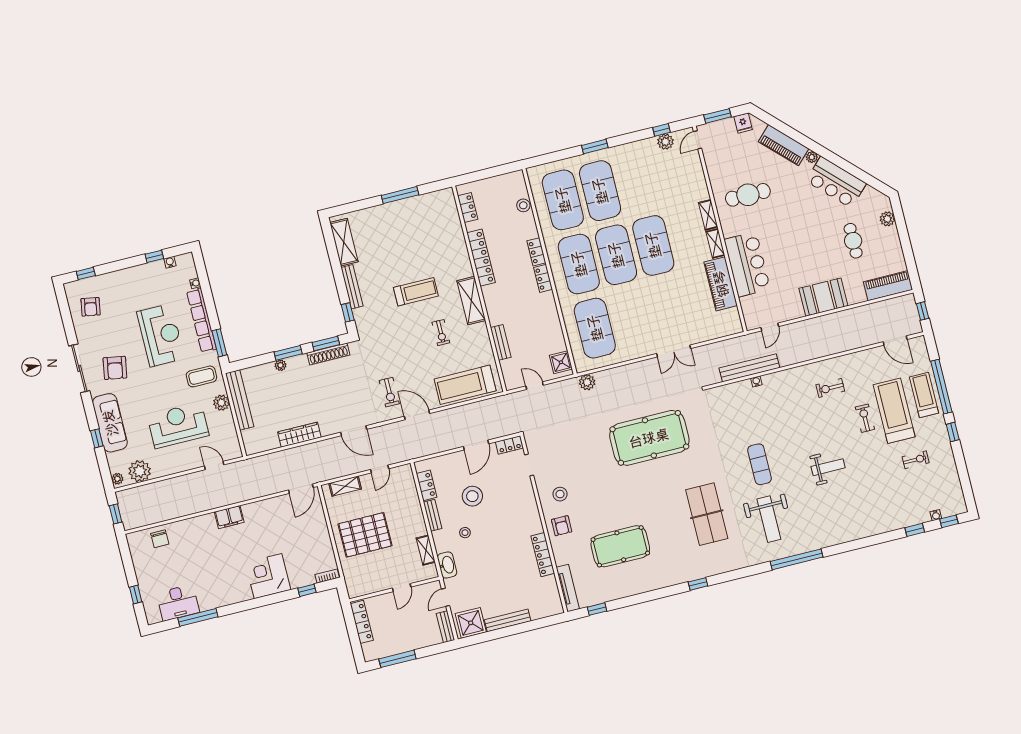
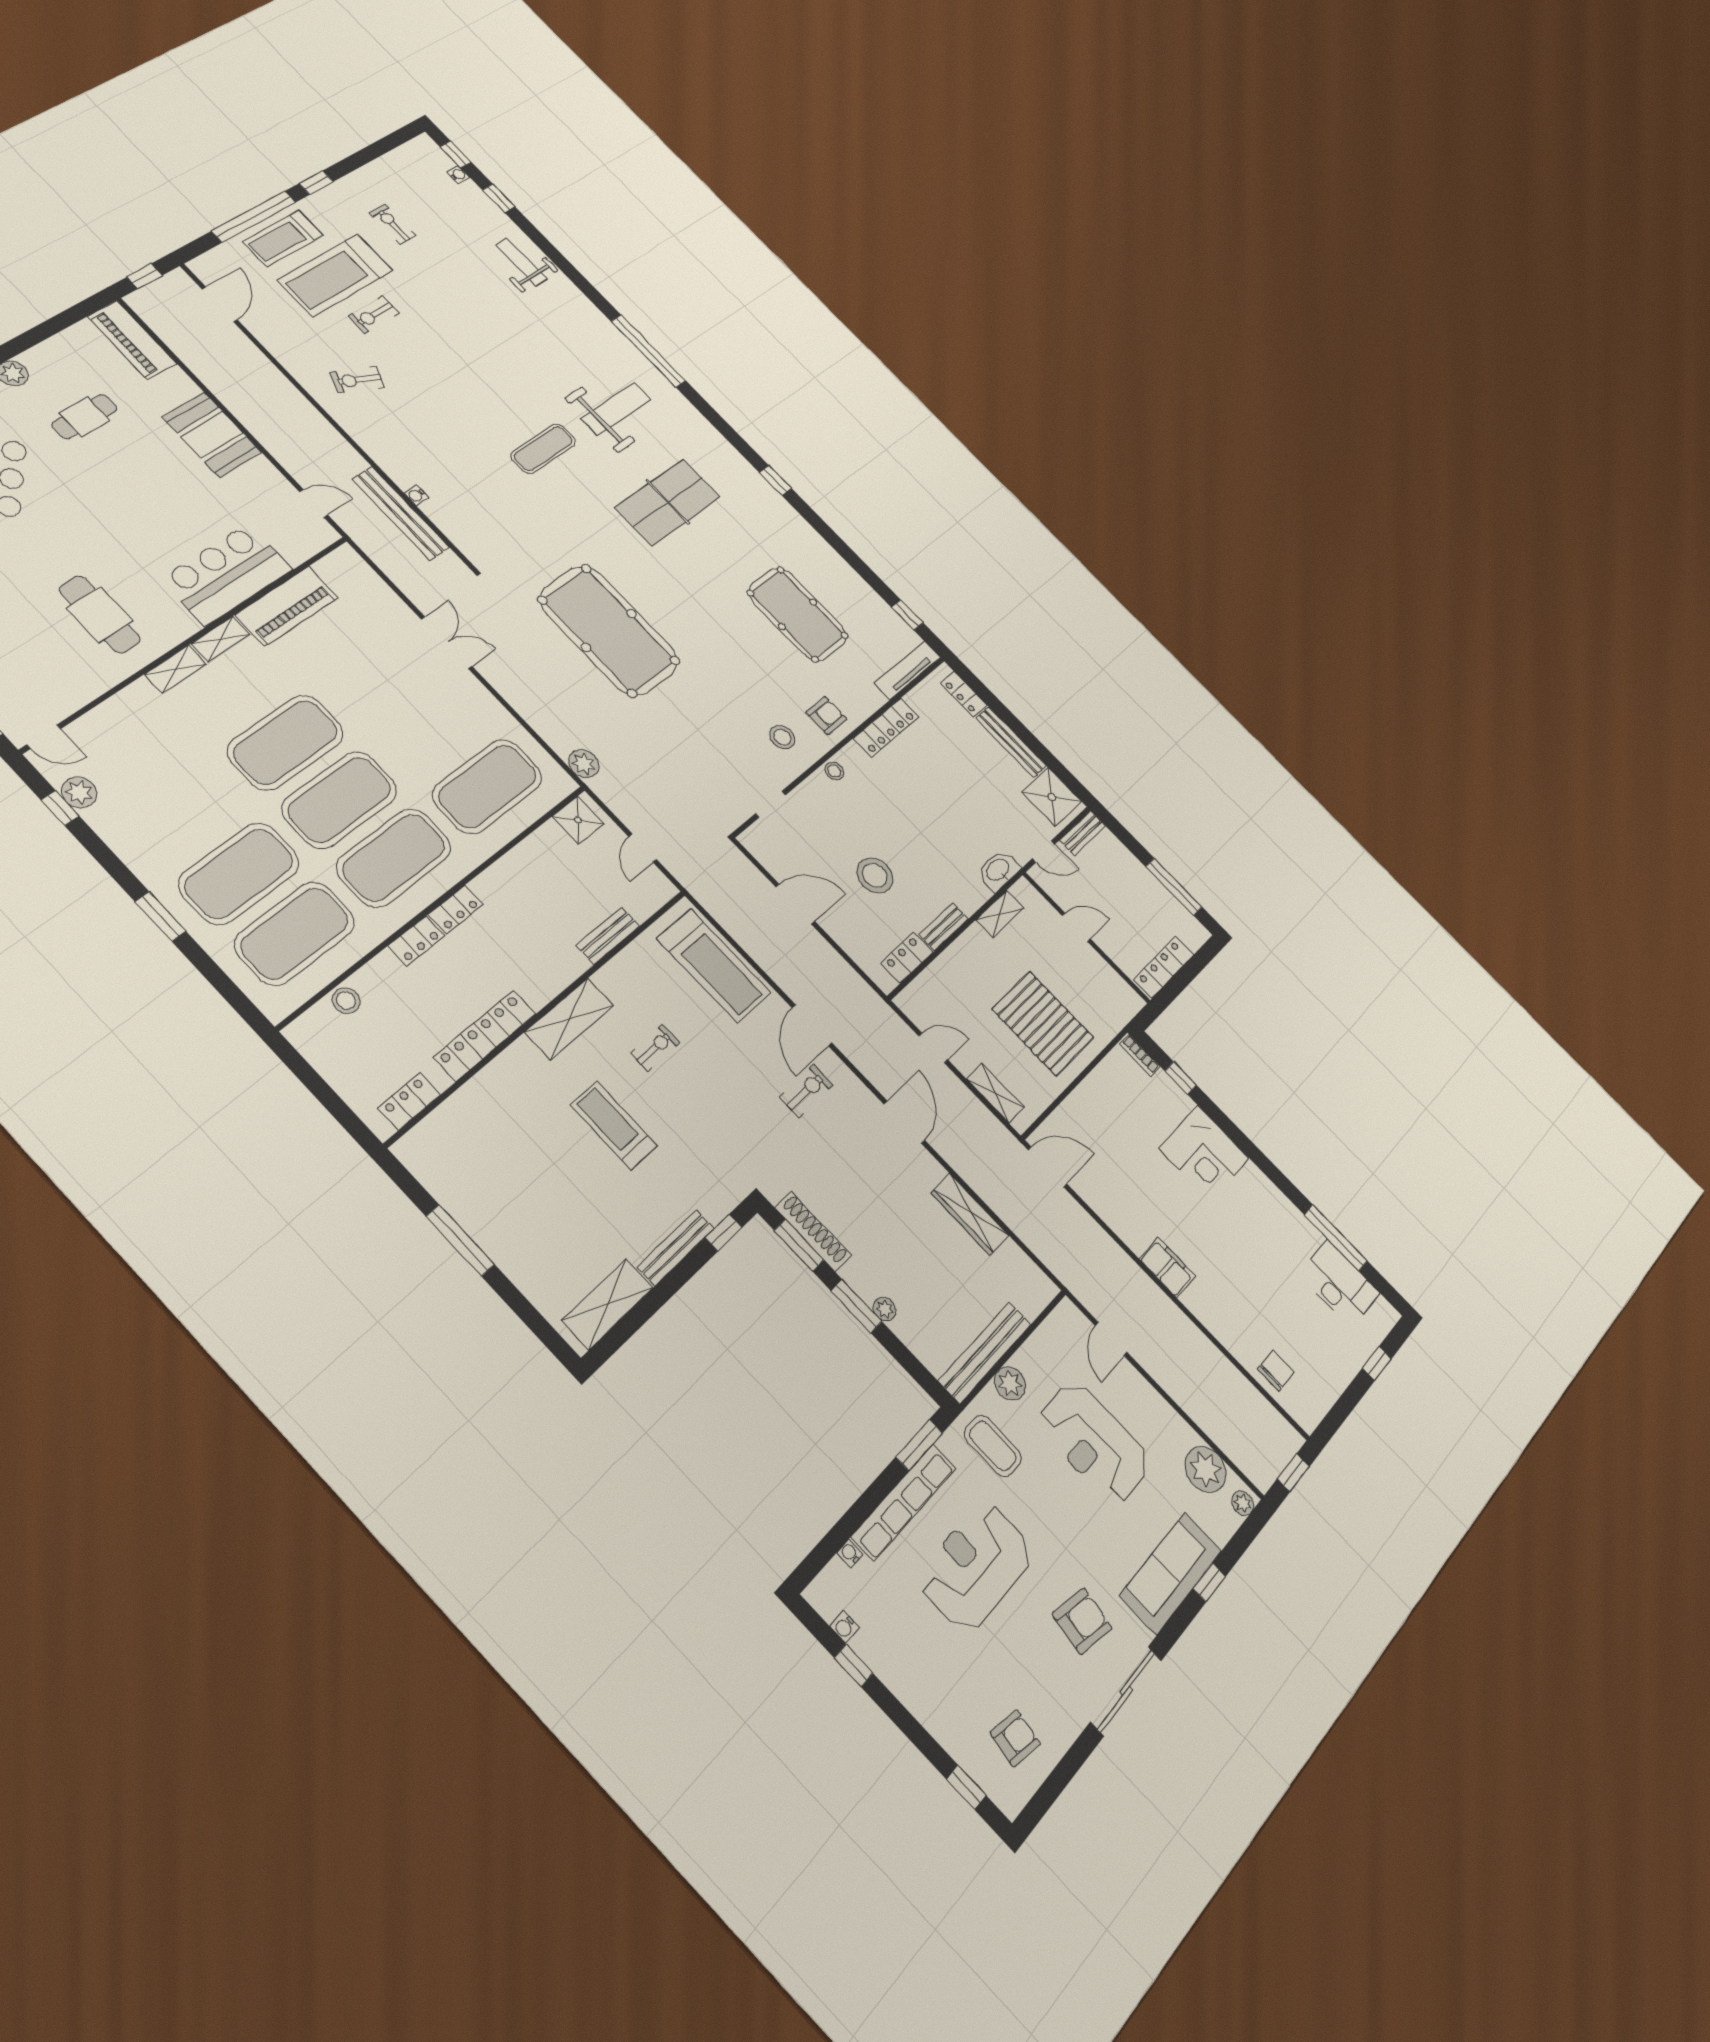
exercise bike: (830, 388) -> (357, 380), turned 114
locker: (509, 445) -> (964, 694), moved, turned 180
weight bench: (828, 467) -> (522, 262), moved
stool: (465, 533) -> (834, 771), moved

